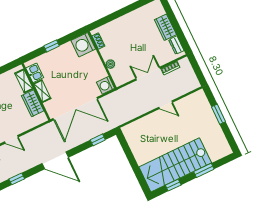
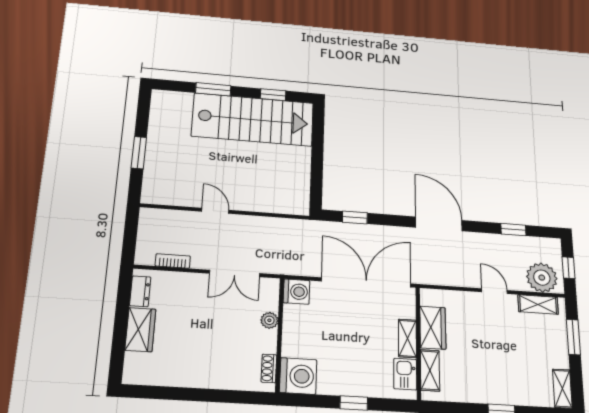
double door: (148, 74) -> (234, 273), moved

